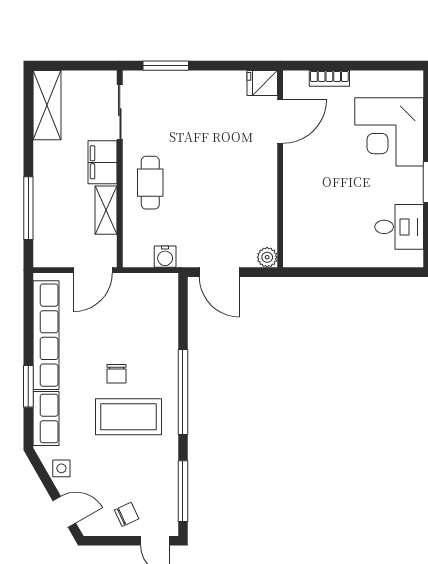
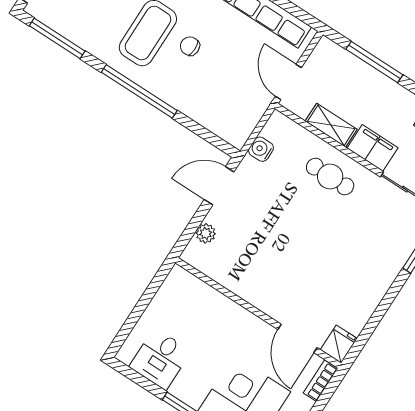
fridge: (262, 83) -> (339, 344), moved
door: (280, 121) -> (297, 338), moved
wall: (280, 169) -> (258, 313), moved

